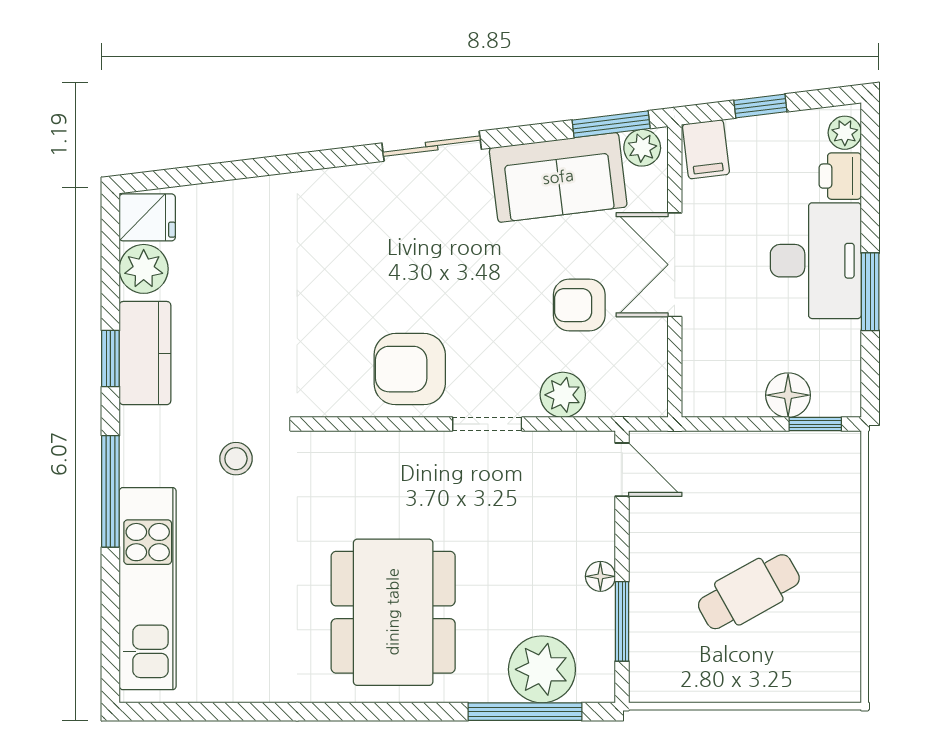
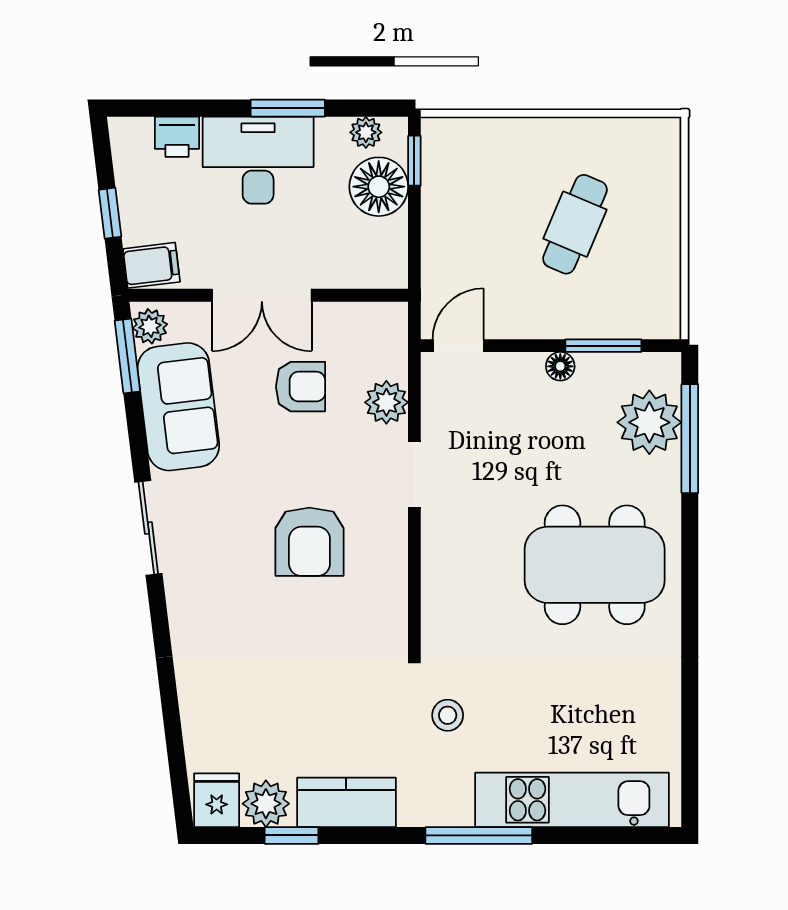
plant: (845, 133) -> (366, 132), moved
armchair: (579, 305) -> (301, 387), turned -90
window: (110, 358) -> (292, 835), moved
armchair: (410, 369) -> (309, 542), moved
floor lamp: (788, 395) -> (379, 187), width x1.38, depth x1.38
cafe table: (749, 592) -> (575, 224), turned 52

